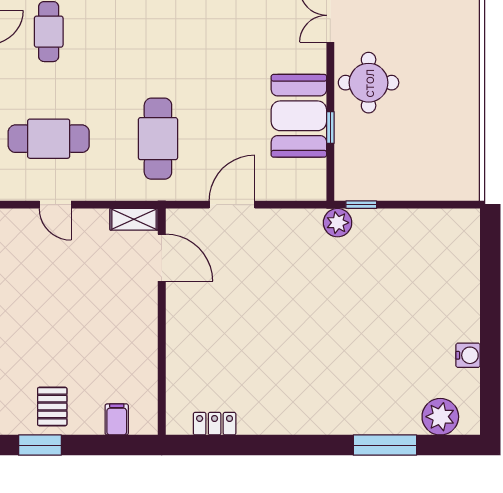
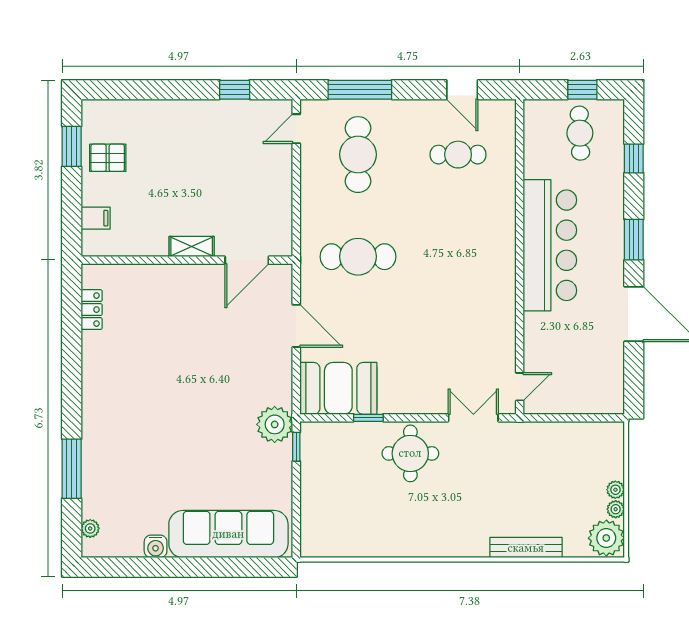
booth: (299, 116) -> (338, 388), moved
door: (55, 205) -> (296, 129), moved
shelving: (134, 219) -> (192, 247), moved, turned 90
plant: (338, 223) -> (275, 424), width x1.36, depth x1.36
sofa: (455, 277) -> (228, 534), added
plant: (440, 417) -> (90, 528), width x0.53, depth x0.53

